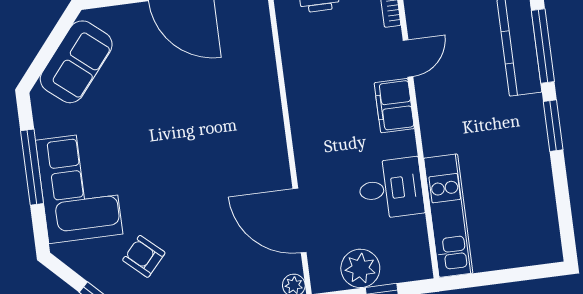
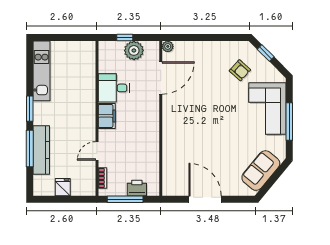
filing cabinet: (394, 106) -> (107, 116), moved
kitchen unit: (448, 216) -> (42, 71), moved, turned 180
door: (299, 221) -> (161, 78), hinge flipped

